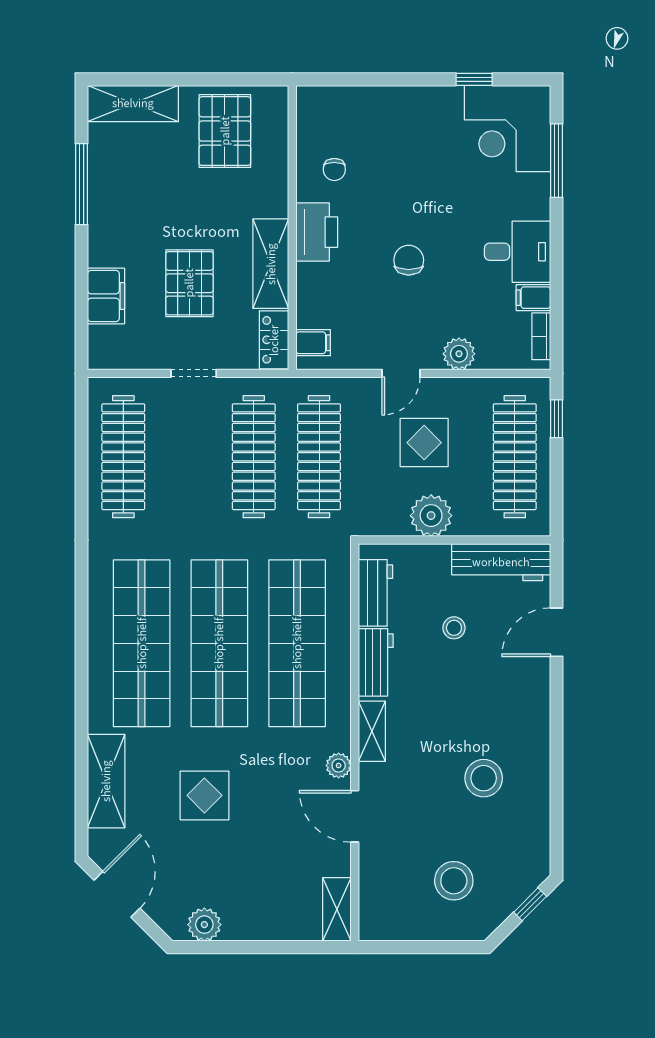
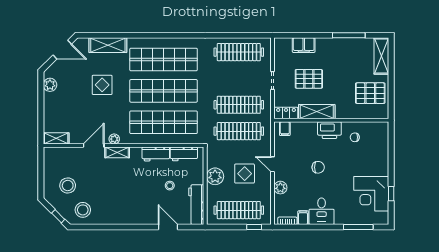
corner desk: (507, 128) -> (371, 194), moved, turned -90
shelving: (372, 731) -> (117, 152), moved
stool: (484, 778) -> (83, 210), moved

